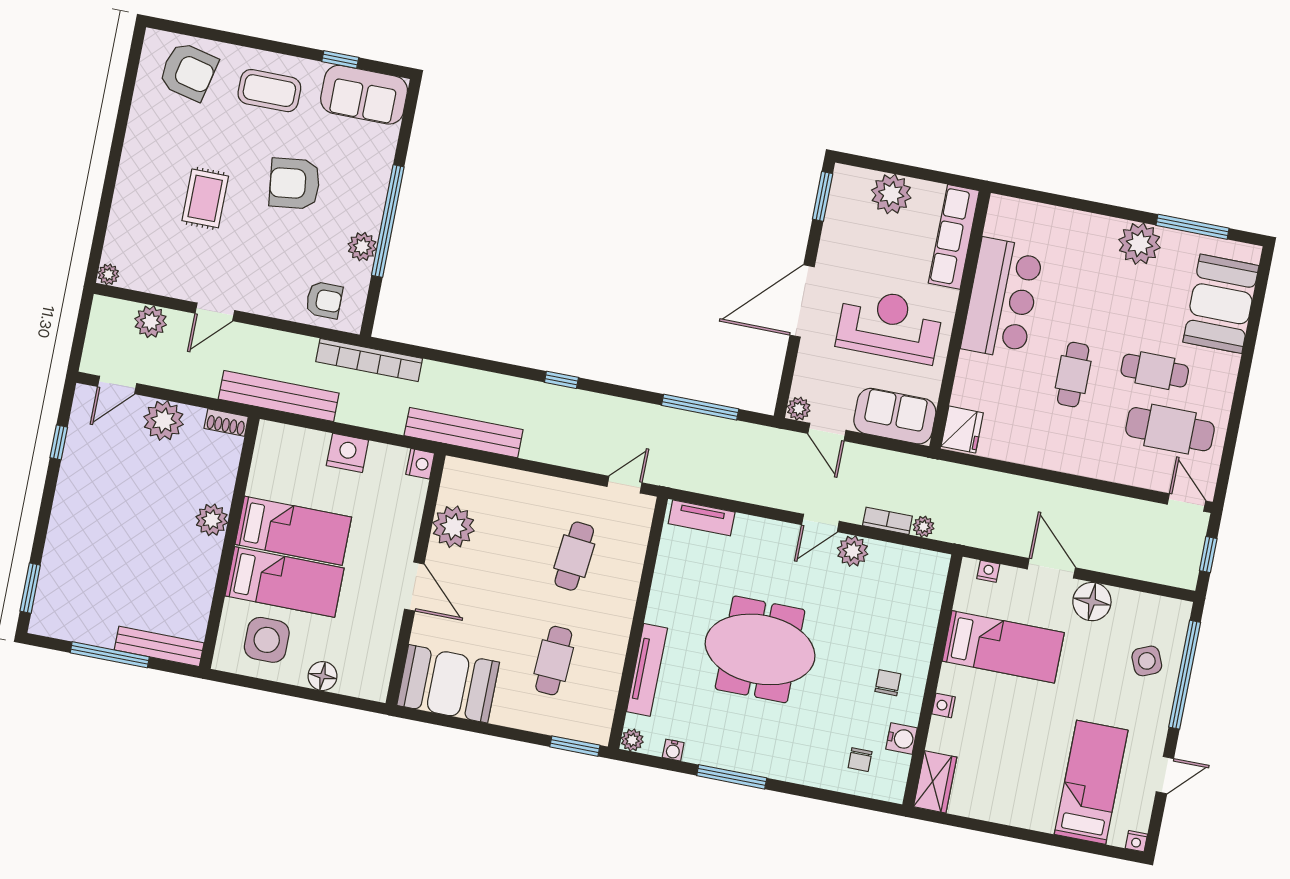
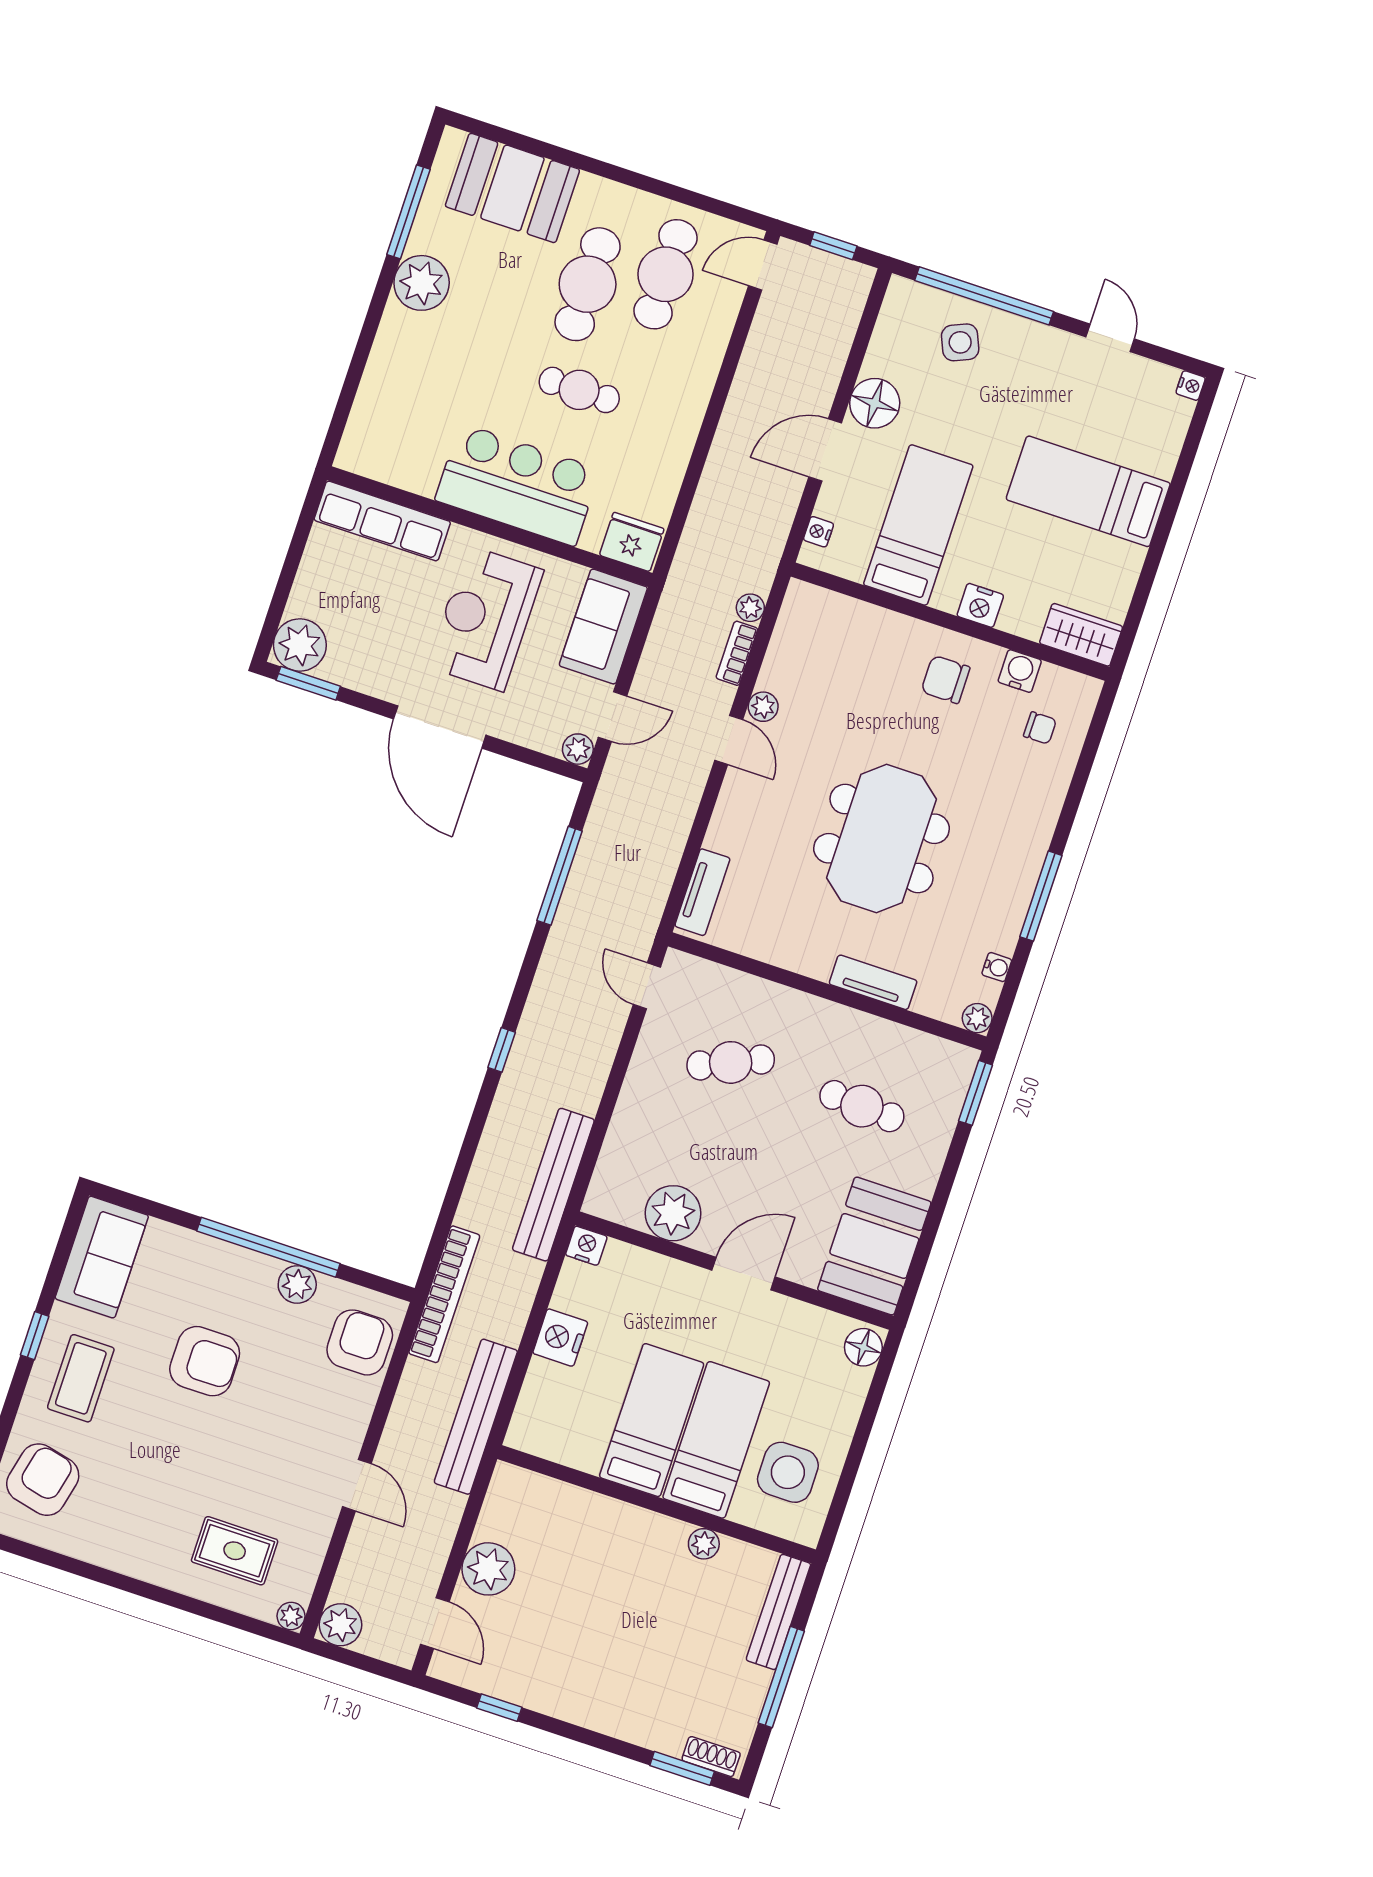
window: (340, 60) -> (35, 1336), moved
armchair: (295, 184) -> (205, 1361), turned -83
plant: (891, 194) -> (300, 645), moved
rug: (205, 198) -> (235, 1551), moved
bar counter: (1002, 299) -> (518, 485), moved
armchair: (324, 300) -> (360, 1342), width x1.38, depth x1.38
plant: (151, 322) -> (340, 1625), moved
cafe table: (1155, 371) -> (588, 284), width x1.37, depth x1.35
shoe rack: (226, 422) -> (711, 1757), moved, turned -90
plant: (212, 520) -> (704, 1544), moved, width x0.73, depth x0.73
plant: (853, 551) -> (763, 707), width x0.73, depth x0.73
cafe table: (574, 556) -> (731, 1062), turned -30
tv unit: (647, 670) -> (873, 982), width x0.71
floor lamp: (323, 676) -> (863, 1347), moved
chair: (888, 683) -> (946, 679), width x1.37, depth x1.37
nightstand: (944, 705) -> (980, 605), width x1.39, depth x1.35
bed: (1091, 782) -> (1088, 491), moved

